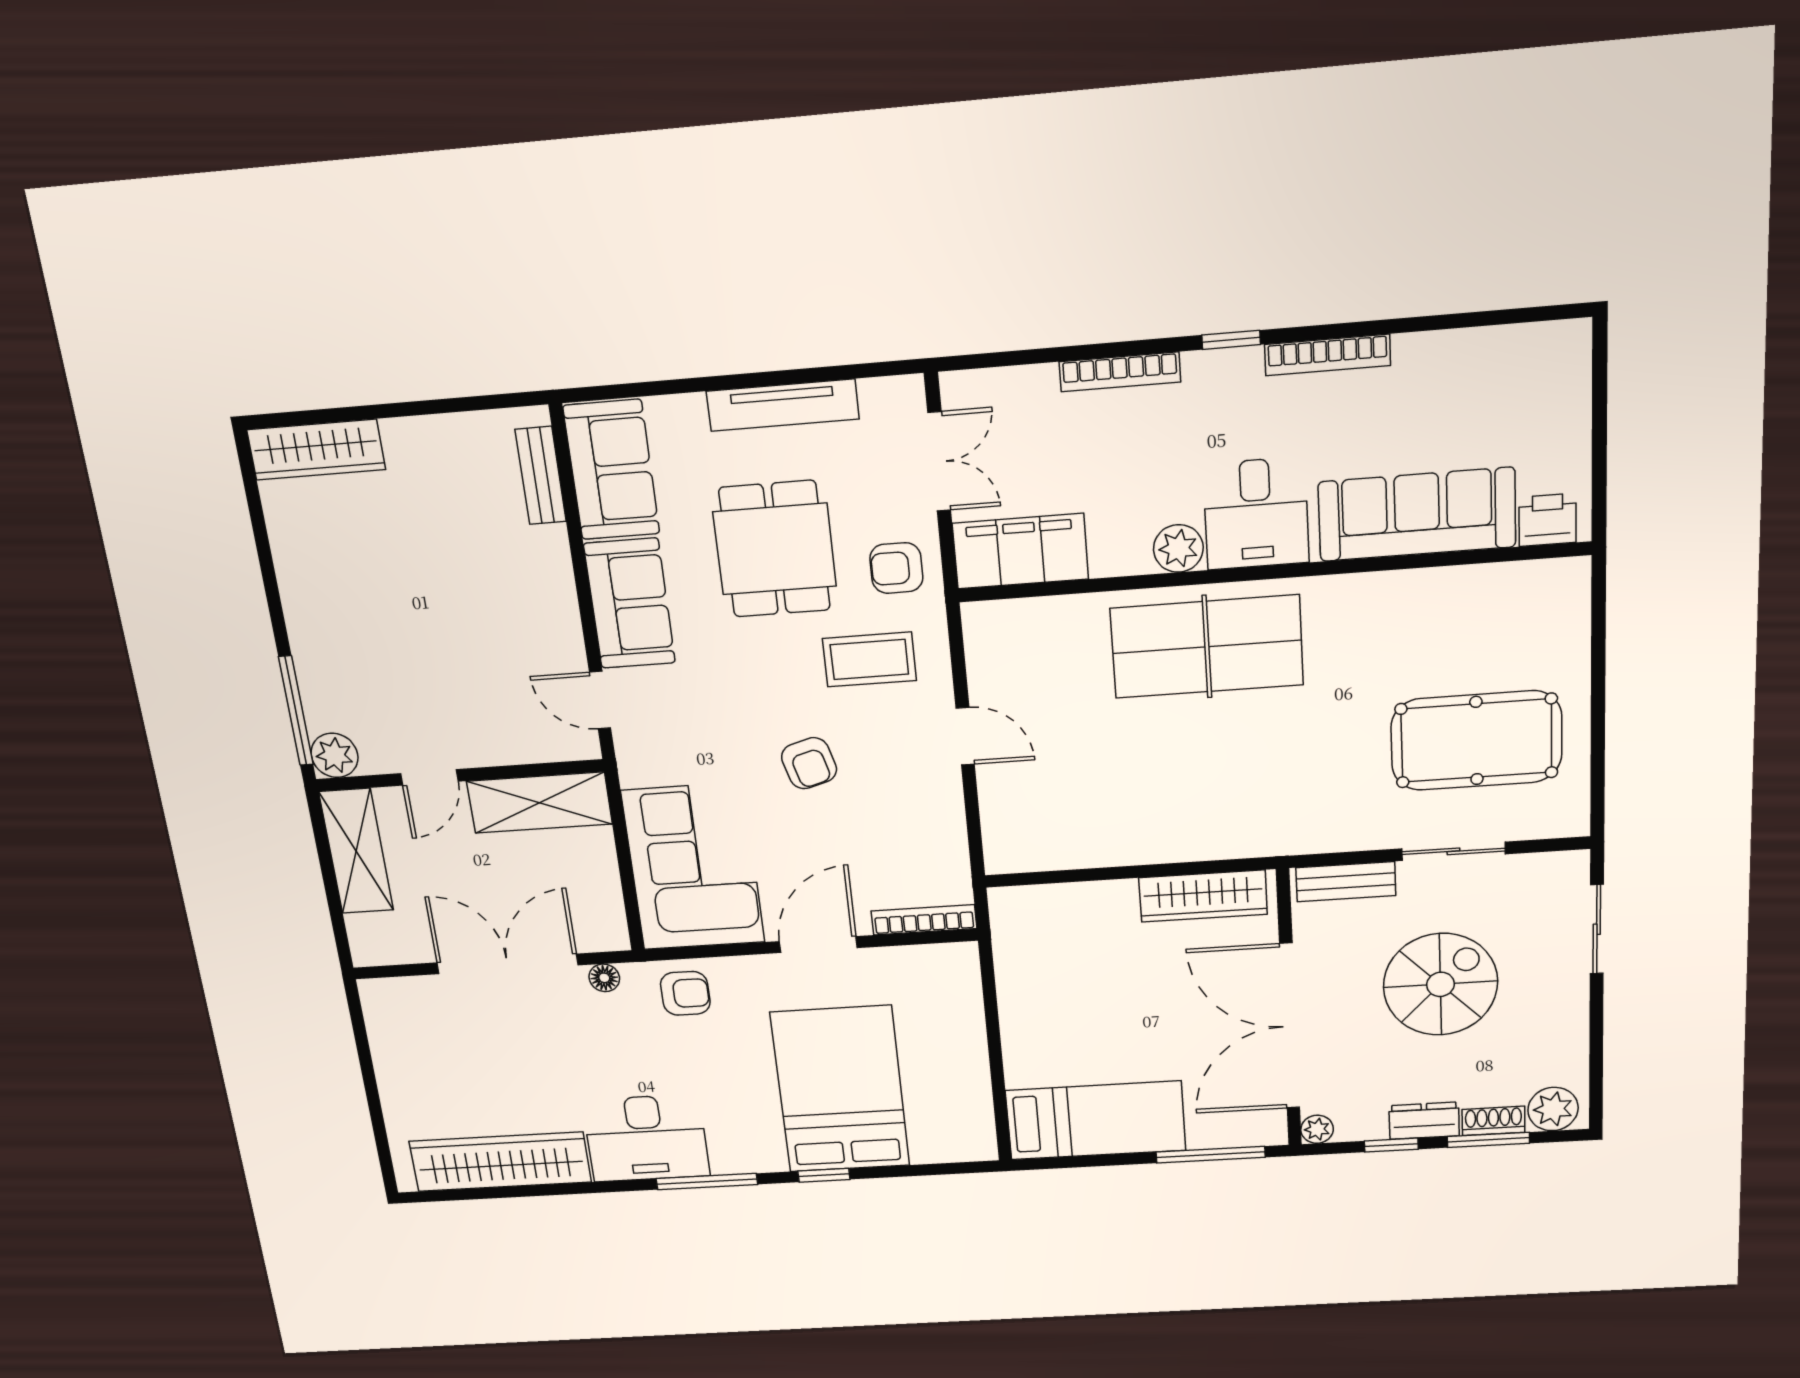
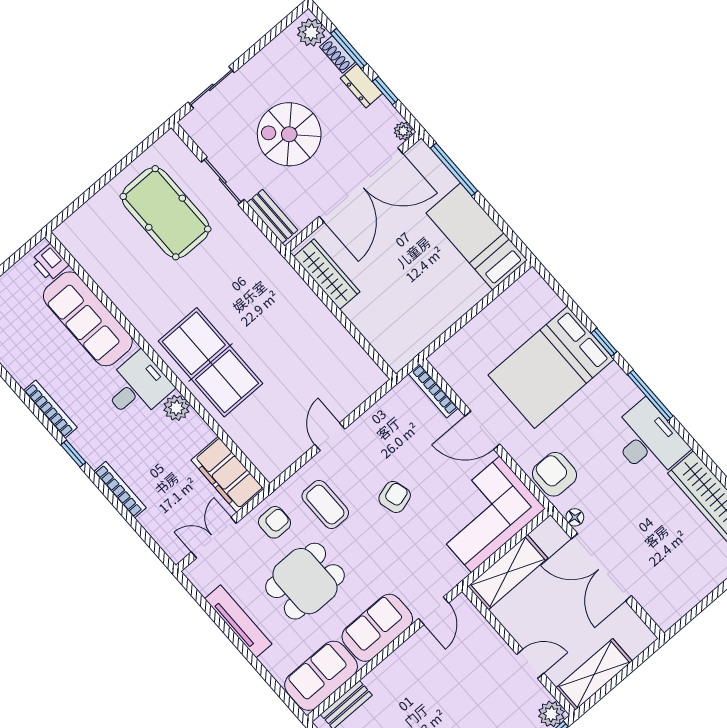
armchair: (896, 568) -> (275, 522), turned -90
shelving: (539, 803) -> (508, 572), moved, turned 90
armchair: (685, 993) -> (554, 474), width x1.38, depth x1.38

